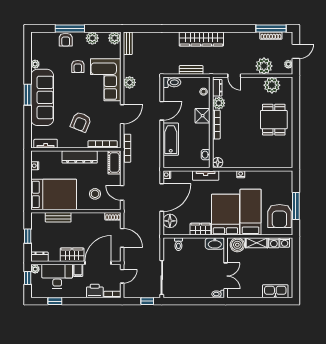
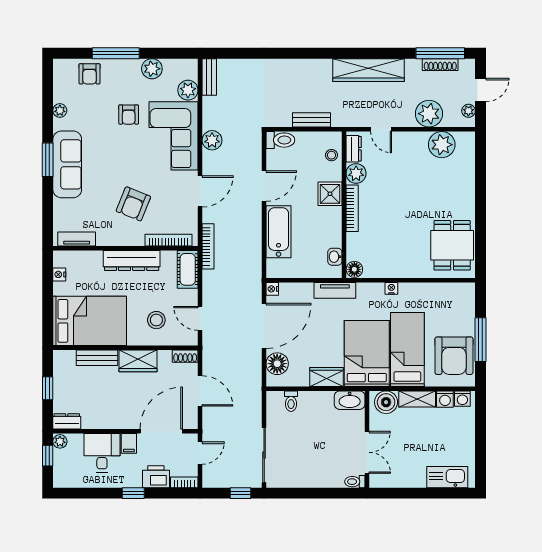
plant: (115, 38) -> (188, 90), moved
wardrobe: (201, 39) -> (368, 70), moved
armchair: (66, 40) -> (90, 74), moved
sofa: (42, 97) -> (67, 164), width x0.74, depth x0.79
dining table: (274, 120) -> (452, 245), moved
wardrobe: (72, 255) -> (138, 361), moved, turned 180
desk: (57, 276) -> (102, 453), width x0.73
window: (55, 301) -> (133, 493), moved

